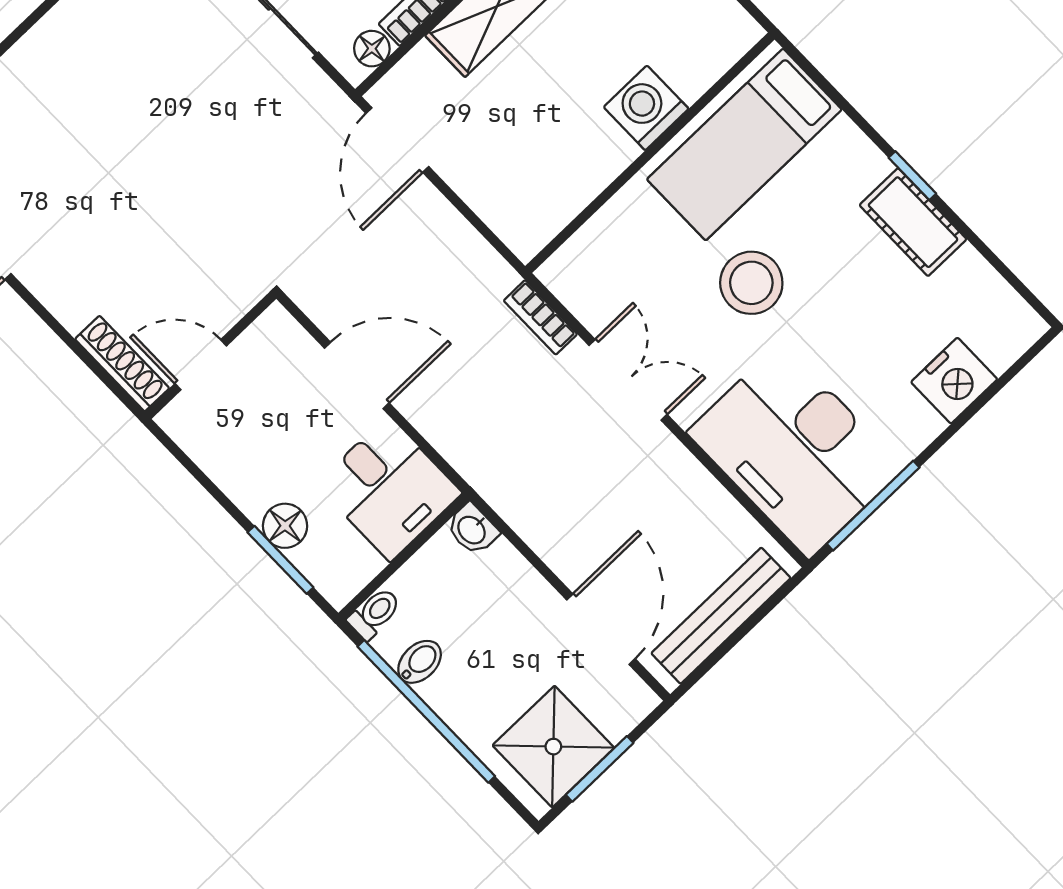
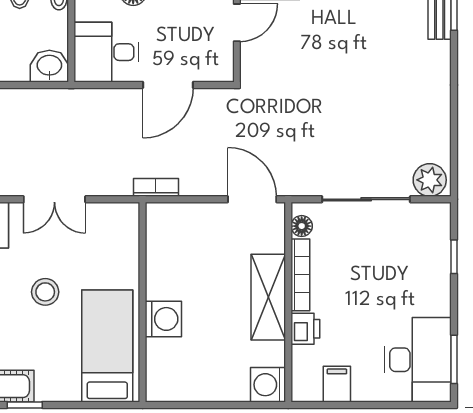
stool: (751, 283) -> (45, 292), width x0.73, depth x0.73
bookcase: (540, 317) -> (156, 187), moved
washbasin: (472, 529) -> (49, 66), width x1.38, depth x1.45

